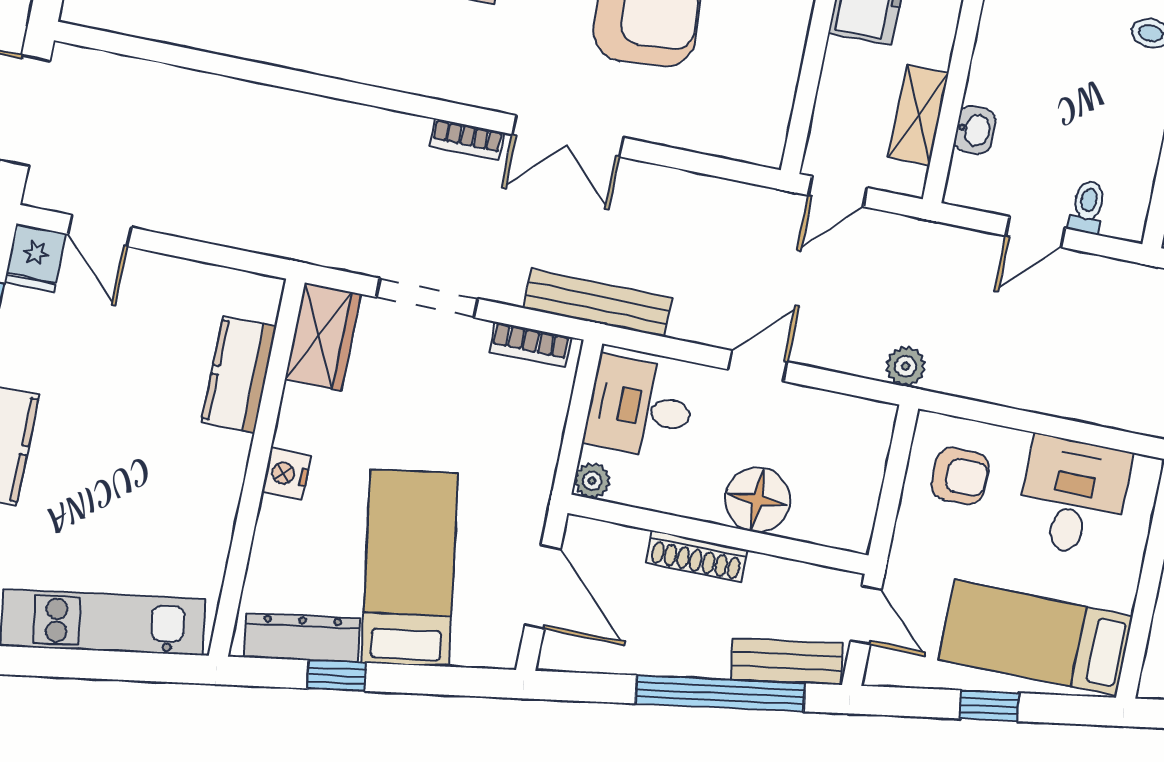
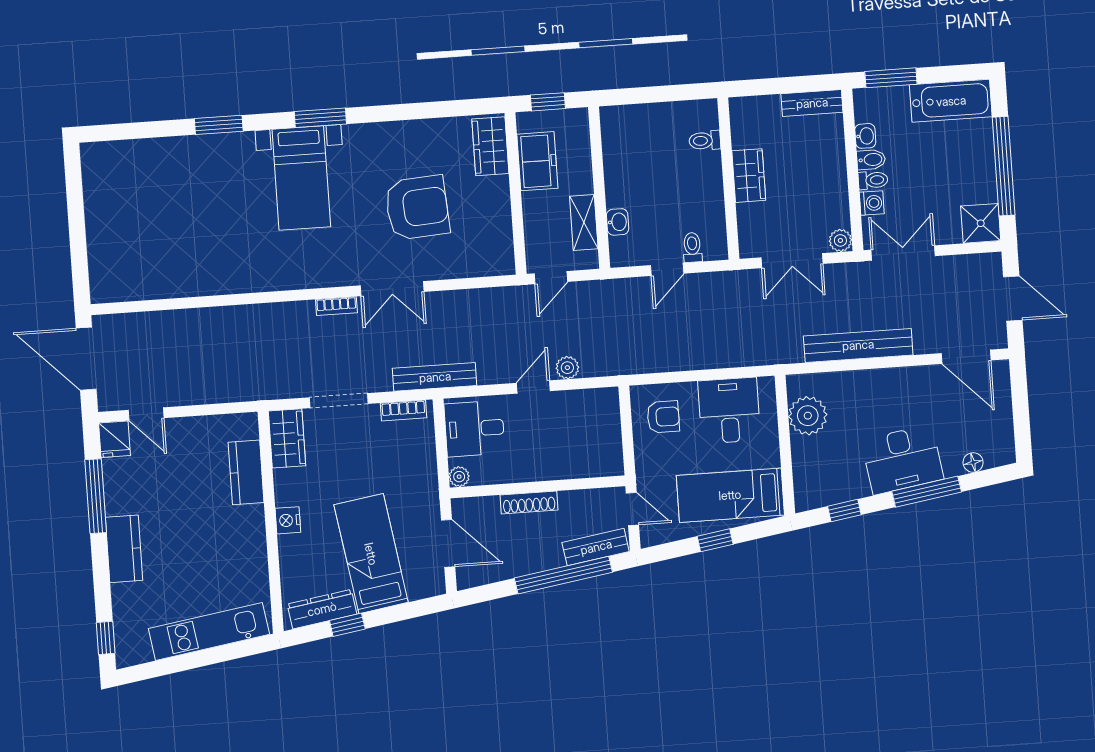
plant: (906, 366) -> (567, 368), moved
floor lamp: (757, 500) -> (554, 462), removed

